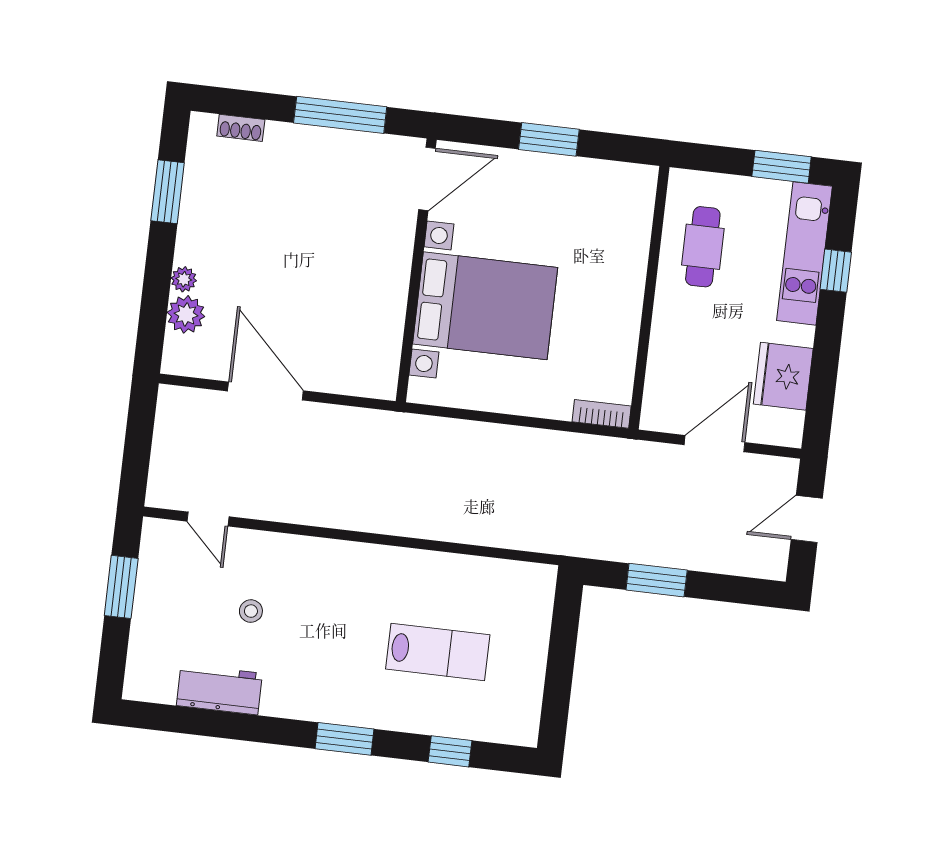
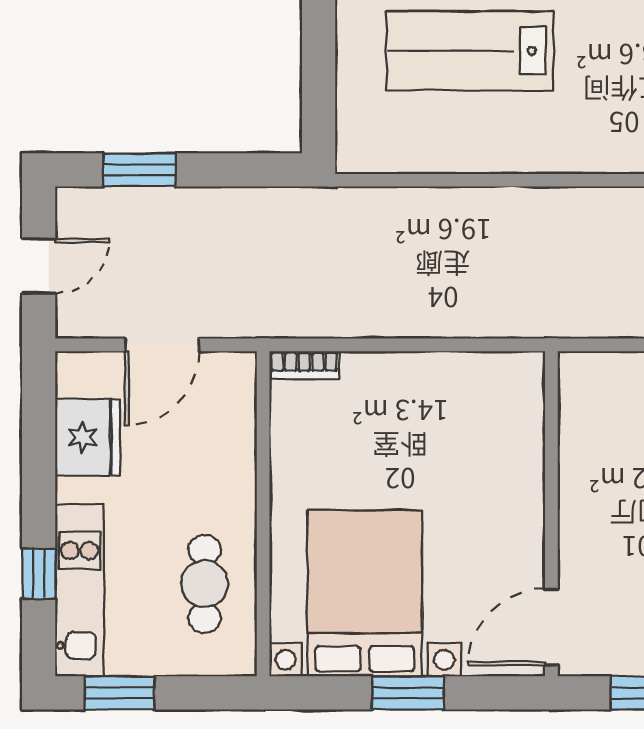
bed with nightstands: (485, 306) -> (365, 593), moved, turned 90
window: (657, 580) -> (140, 170), moved
lab bench: (438, 652) -> (470, 51), width x1.36, depth x1.39

